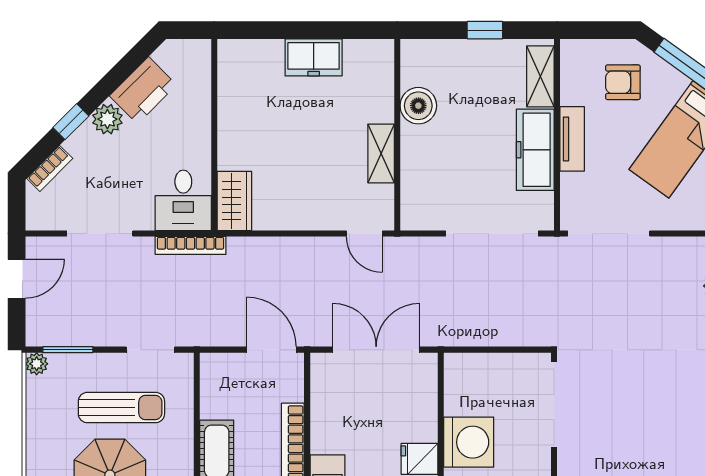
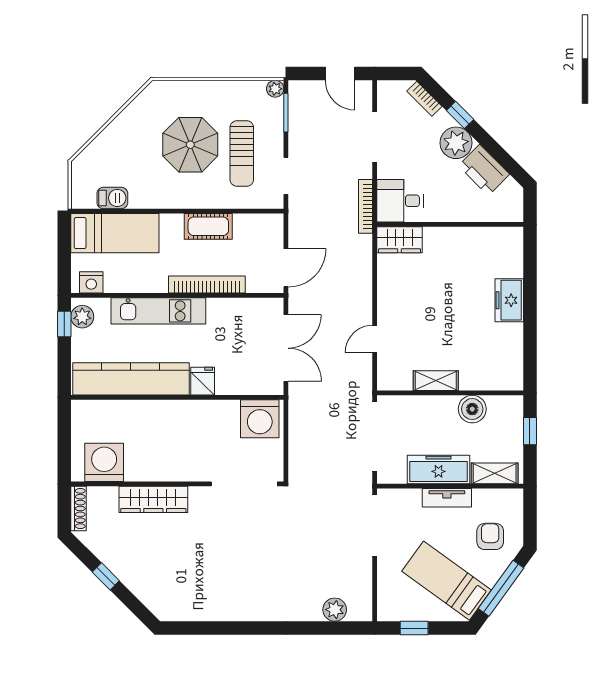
boiler: (418, 106) -> (472, 409), moved
plant: (107, 119) -> (456, 143), width x1.36, depth x1.36
wall: (397, 135) -> (450, 393), moved
shelving: (381, 153) -> (436, 381), moved
washing machine: (469, 442) -> (260, 419), moved

